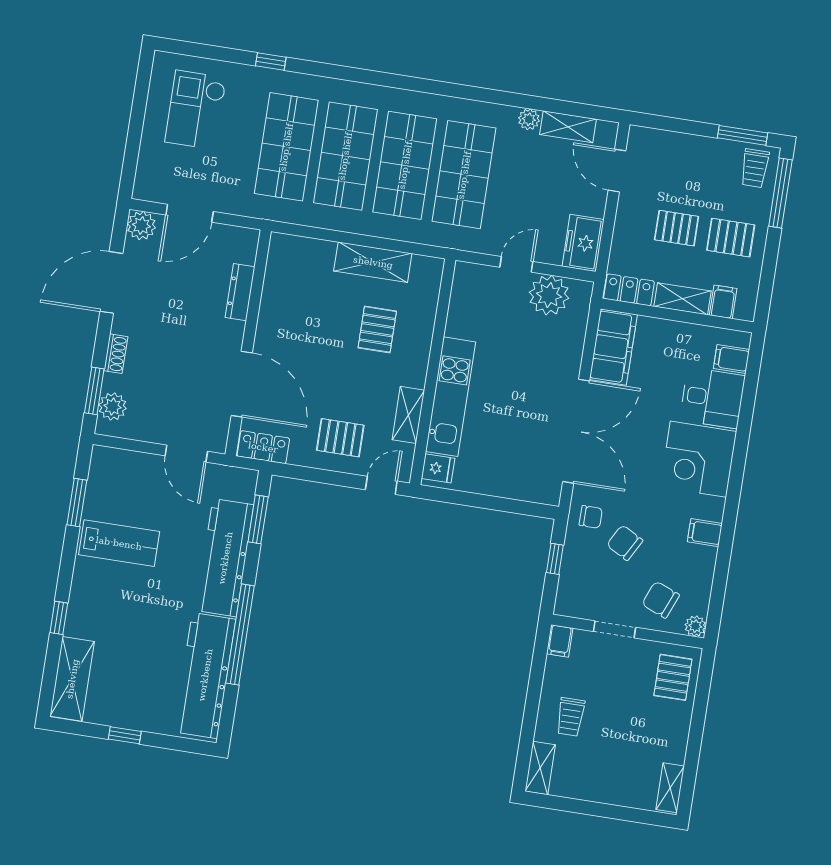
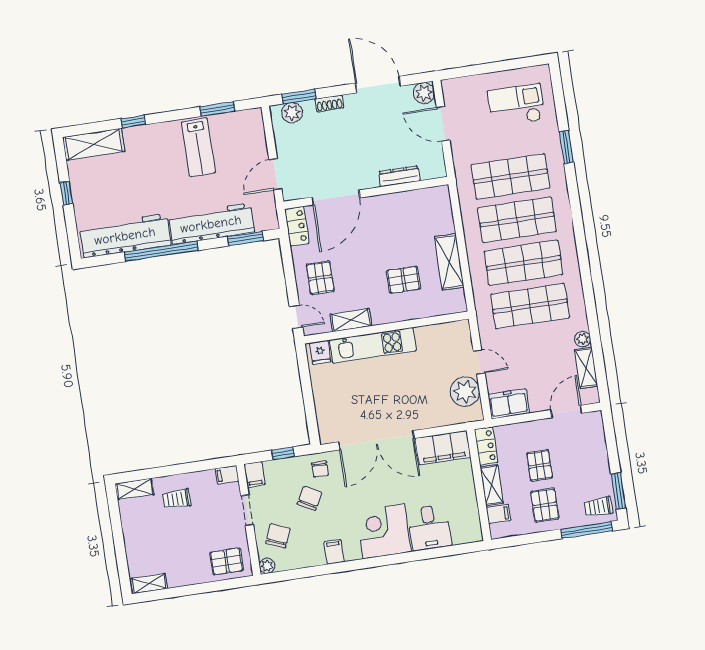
window: (271, 61) -> (566, 147), width x1.50
filing cabinet: (731, 359) -> (254, 474), moved, turned 180

